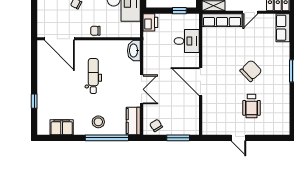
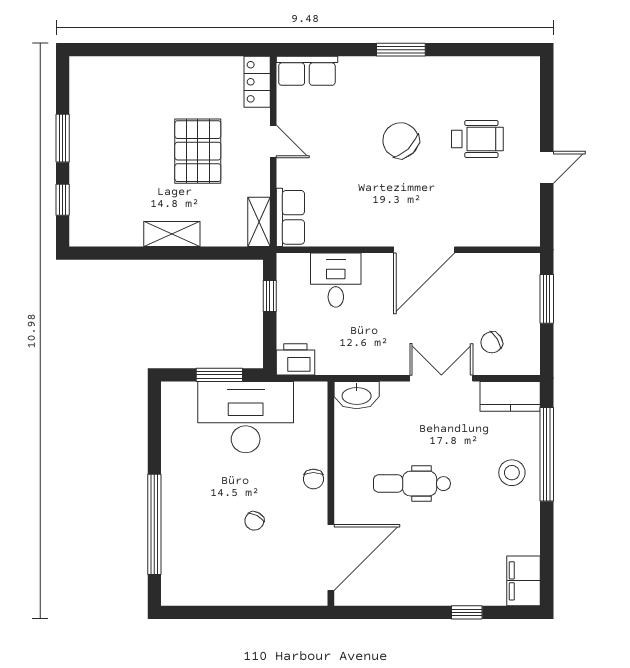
row of seats: (222, 20) -> (290, 217), width x0.68
chair: (156, 125) -> (492, 342), moved
filing cabinet: (62, 127) -> (523, 581), moved

